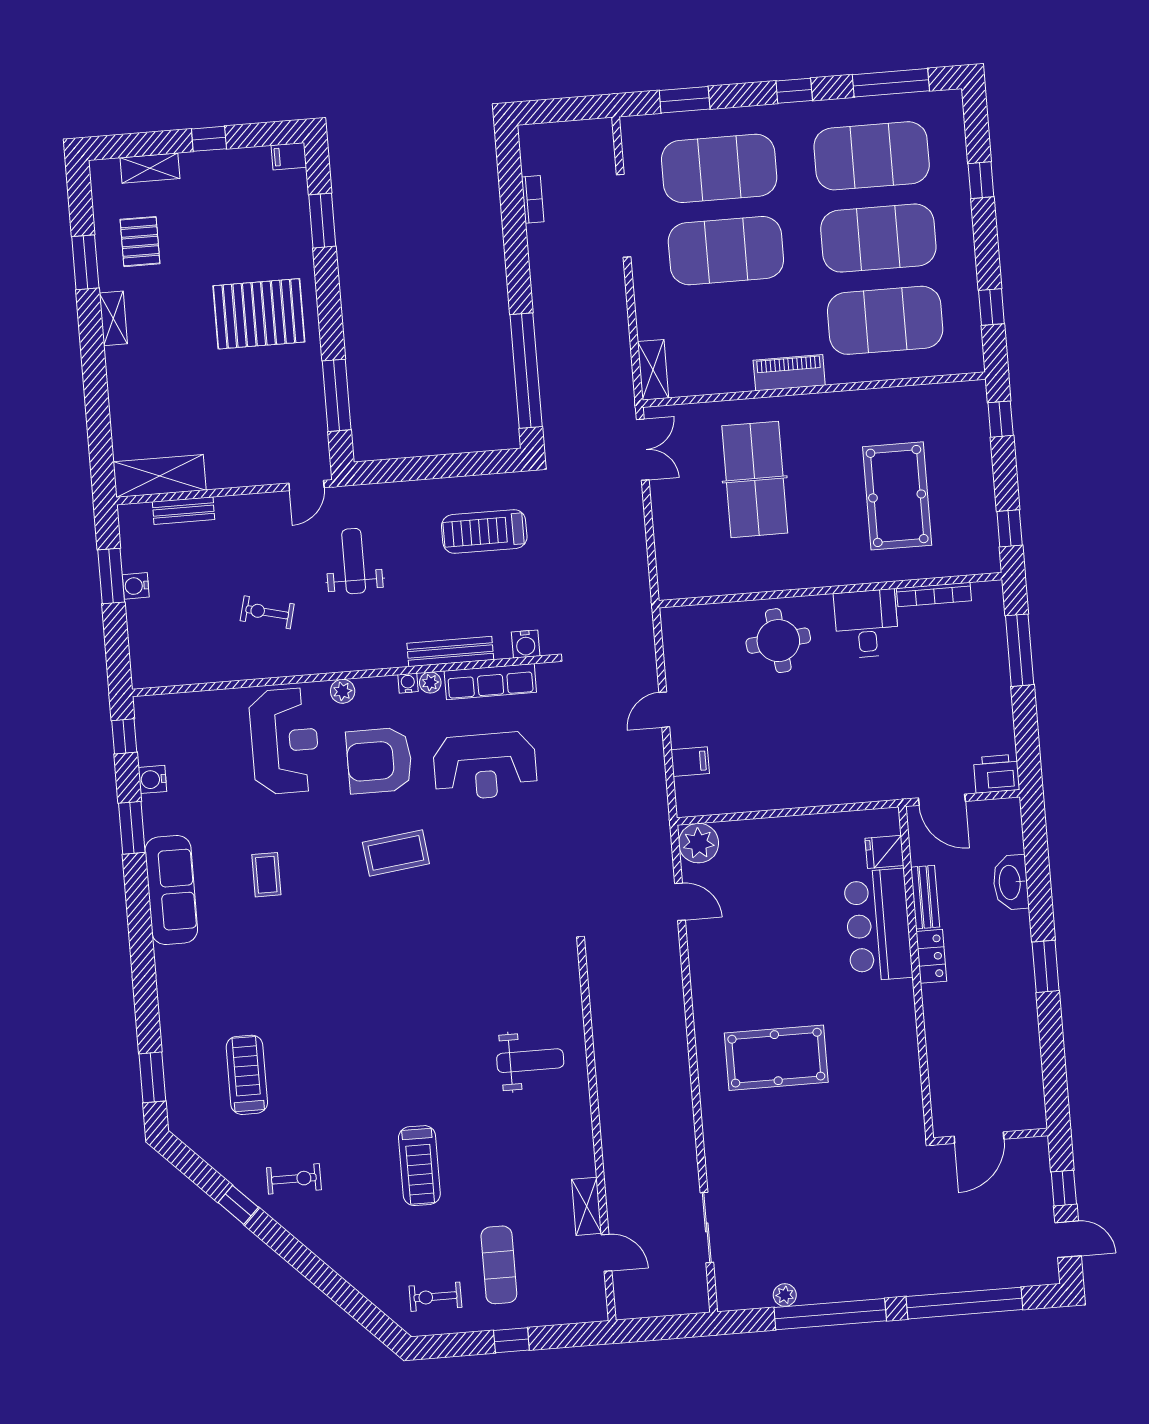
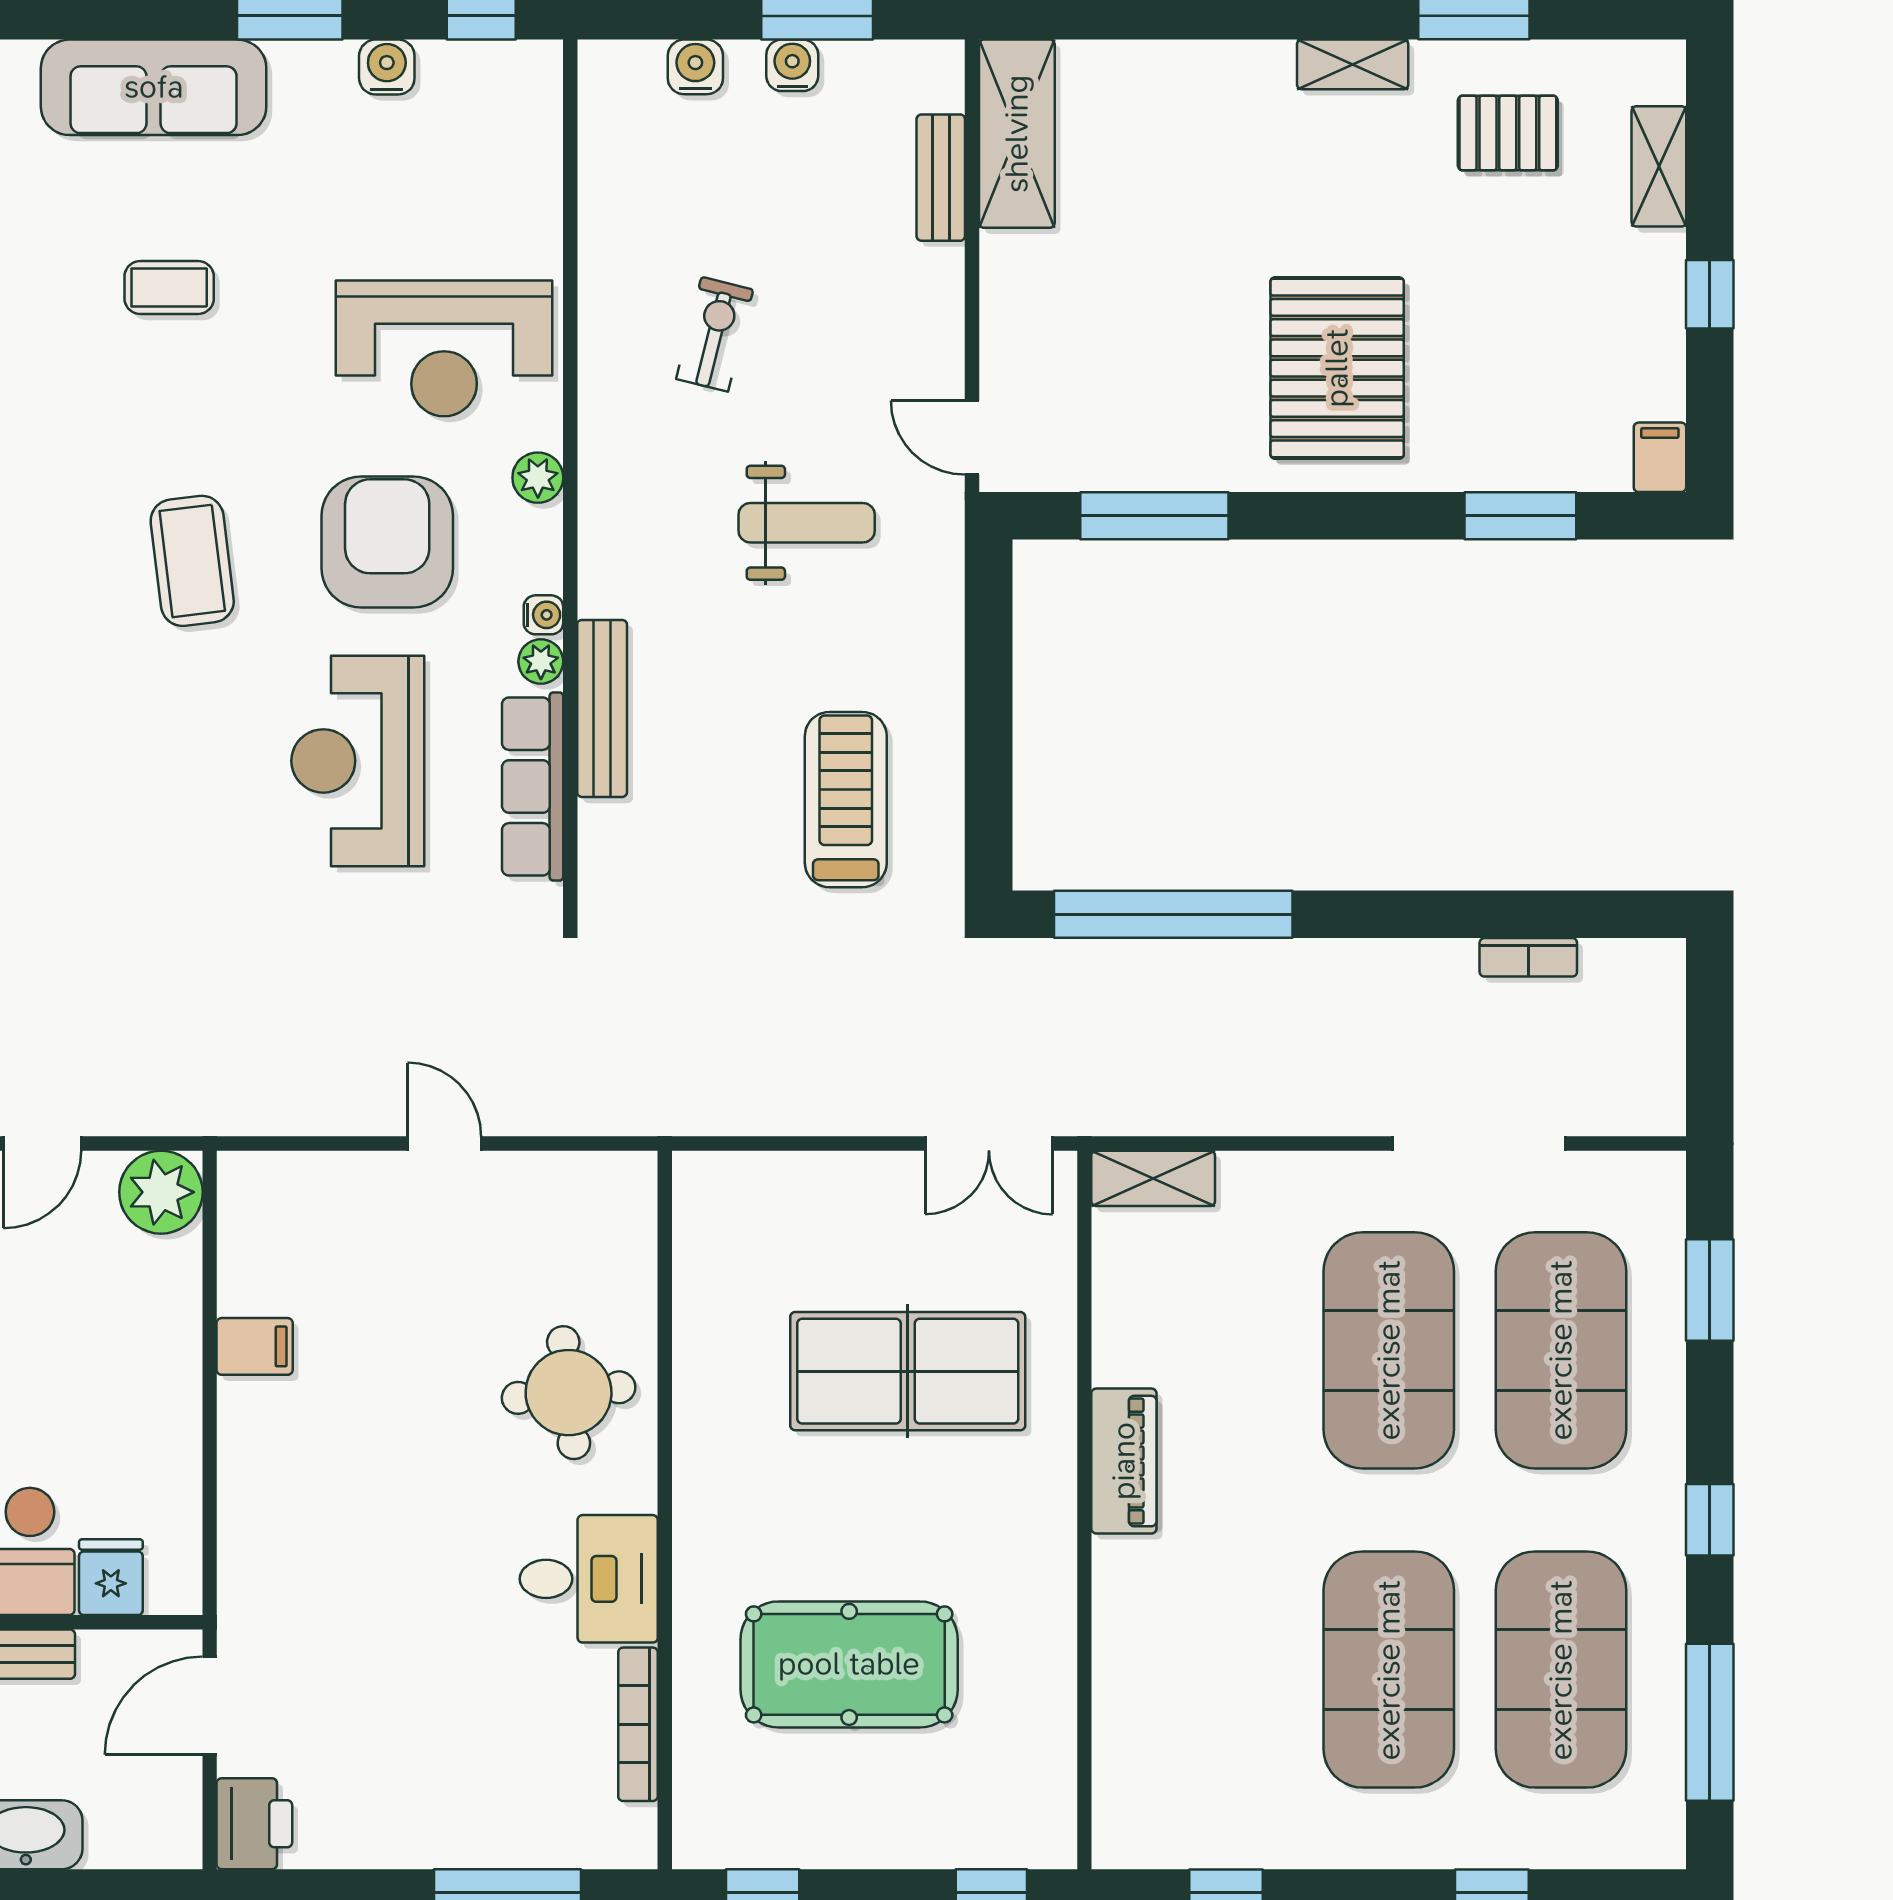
exercise mat: (885, 320) -> (1217, 1670), removed
water cooler: (526, 644) -> (695, 67), moved, turned 90
filing cabinet: (690, 762) -> (255, 1346), moved, turned -90

